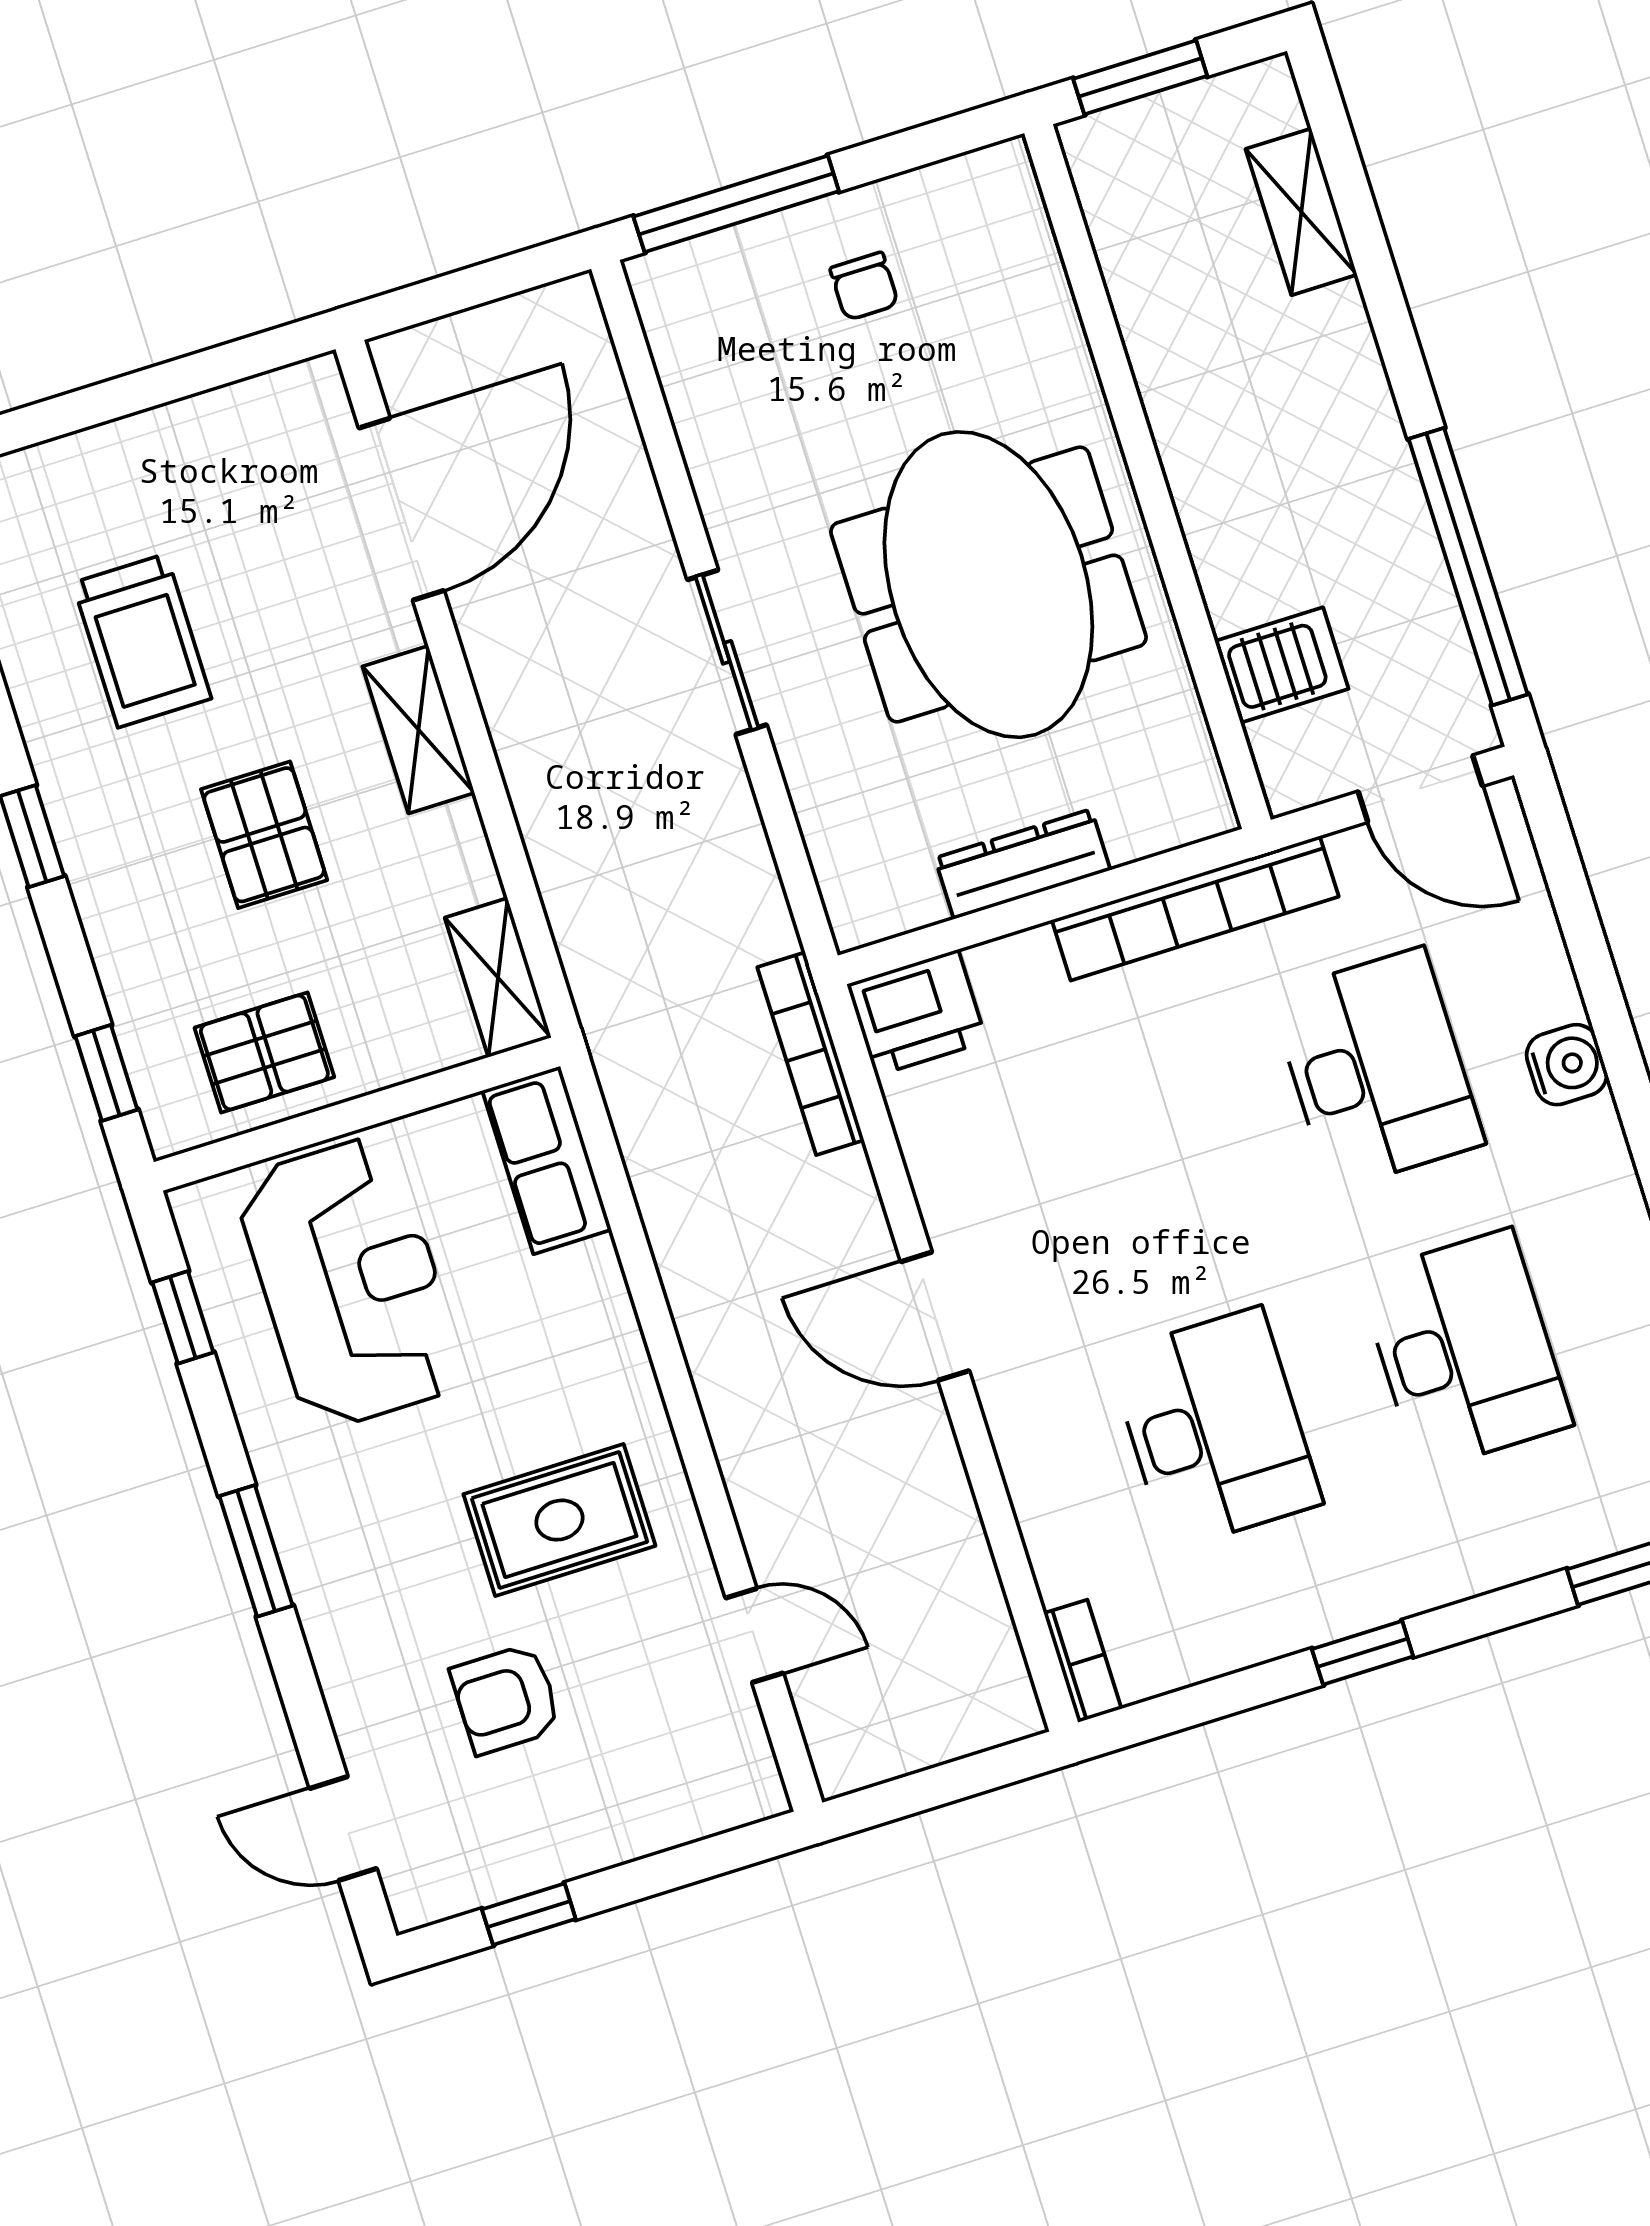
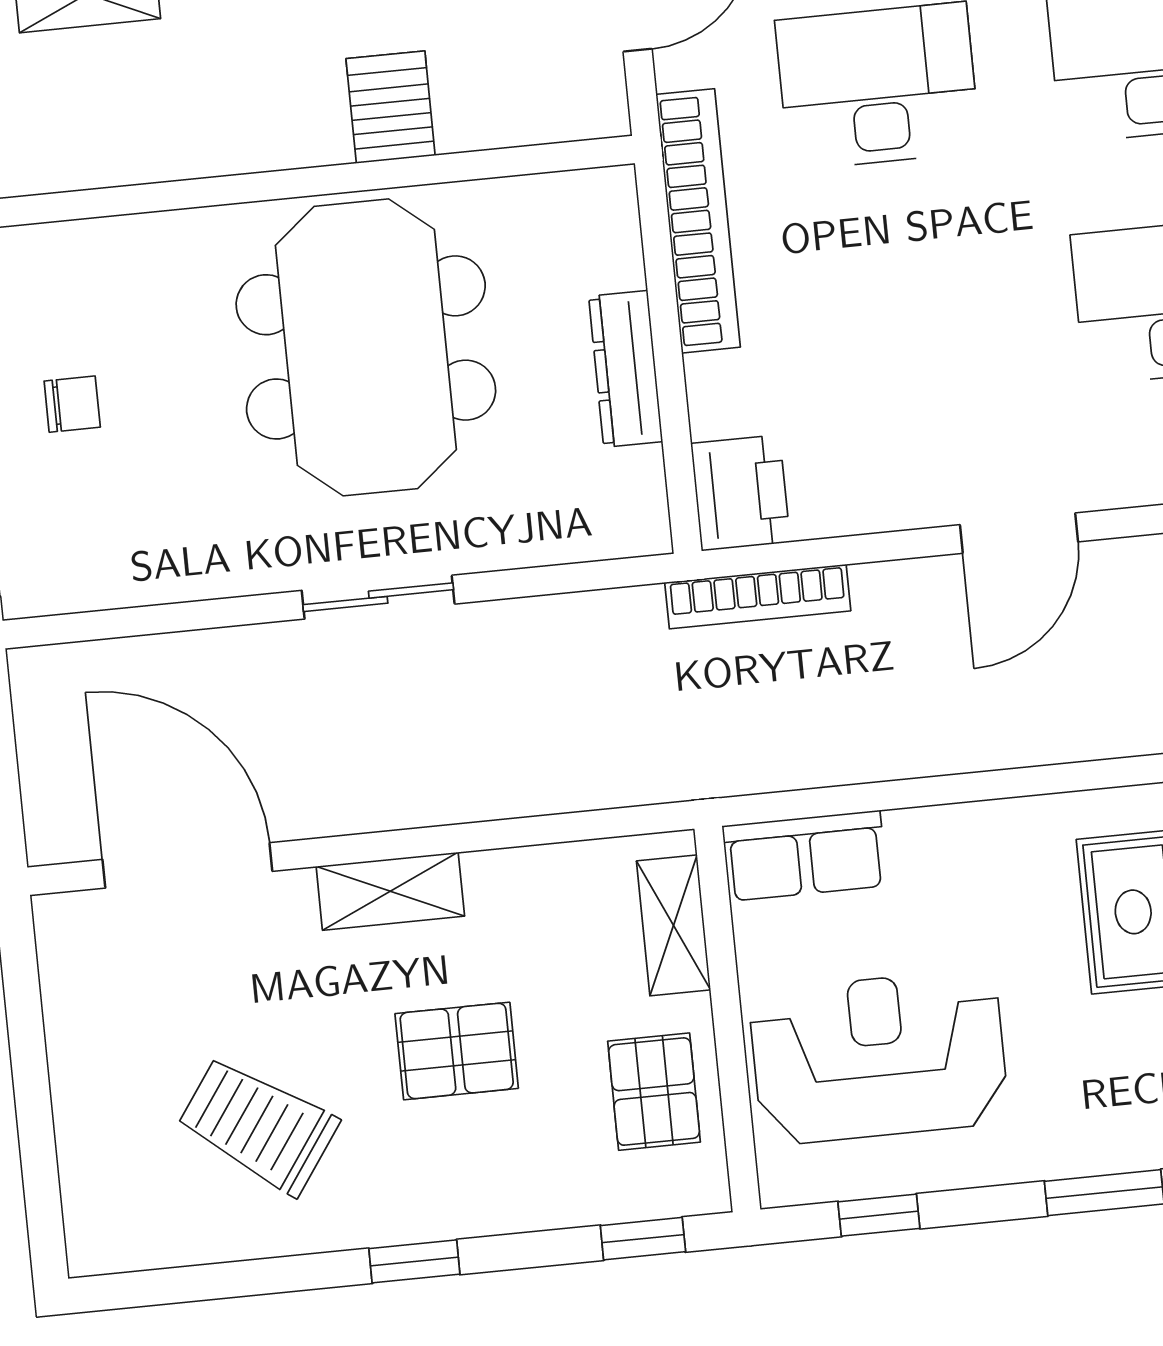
meeting table: (988, 585) -> (366, 347), turned 90
trolley: (142, 641) -> (258, 1125), turned -145
server rack: (1282, 665) -> (391, 107), moved
shelving: (498, 978) -> (673, 925), moved, turned 90

